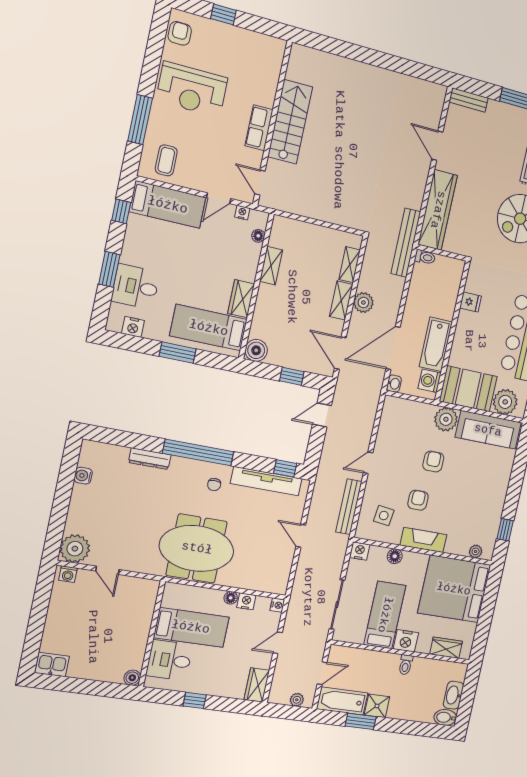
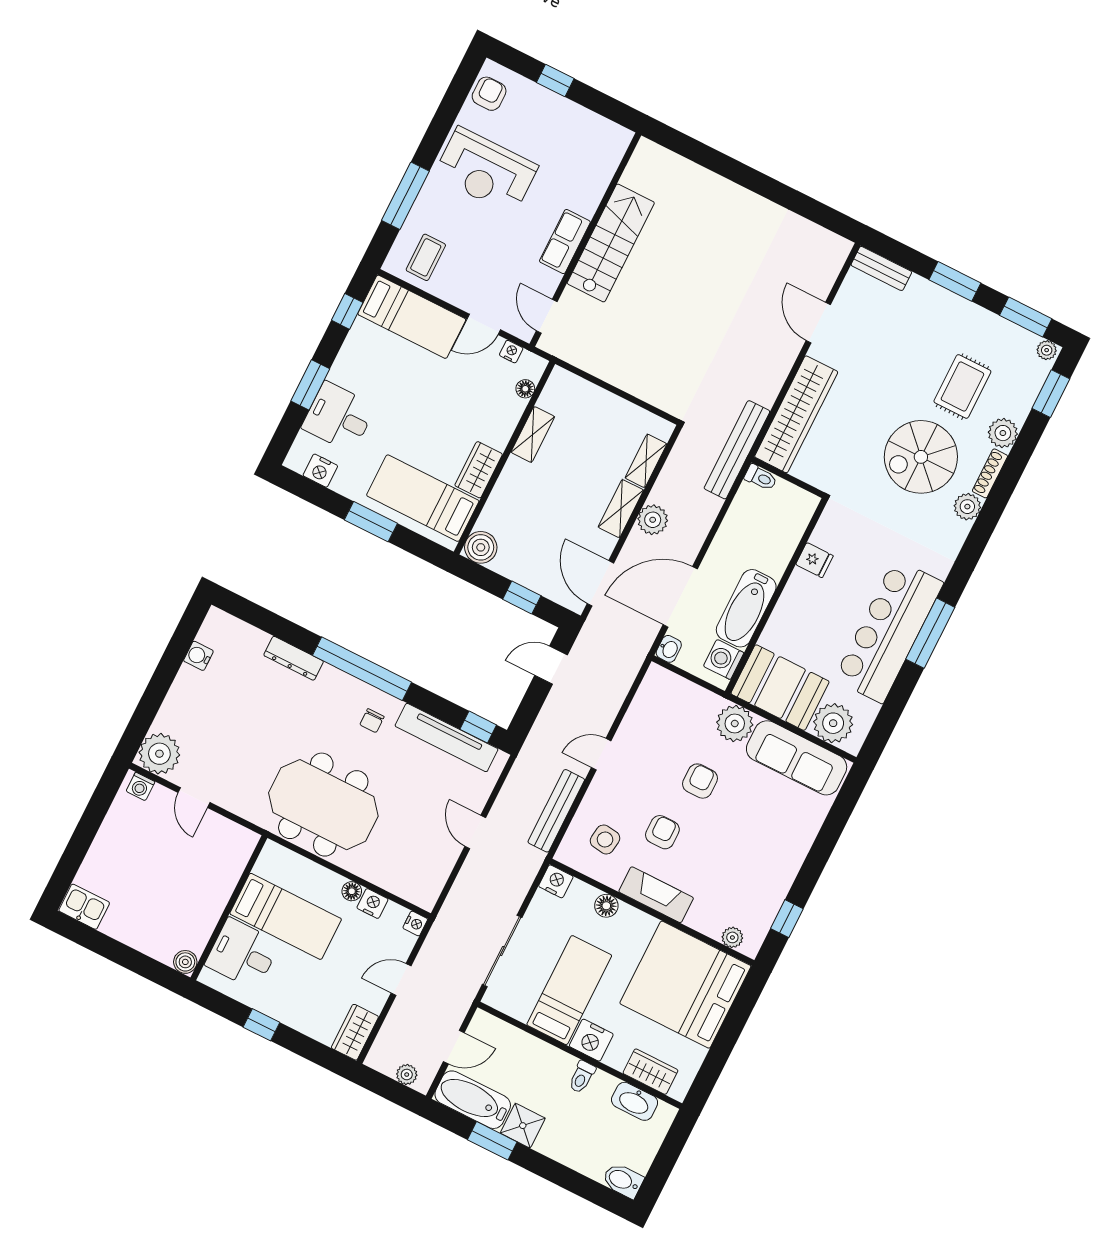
washbasin: (453, 695) -> (635, 1101), moved, turned -90

